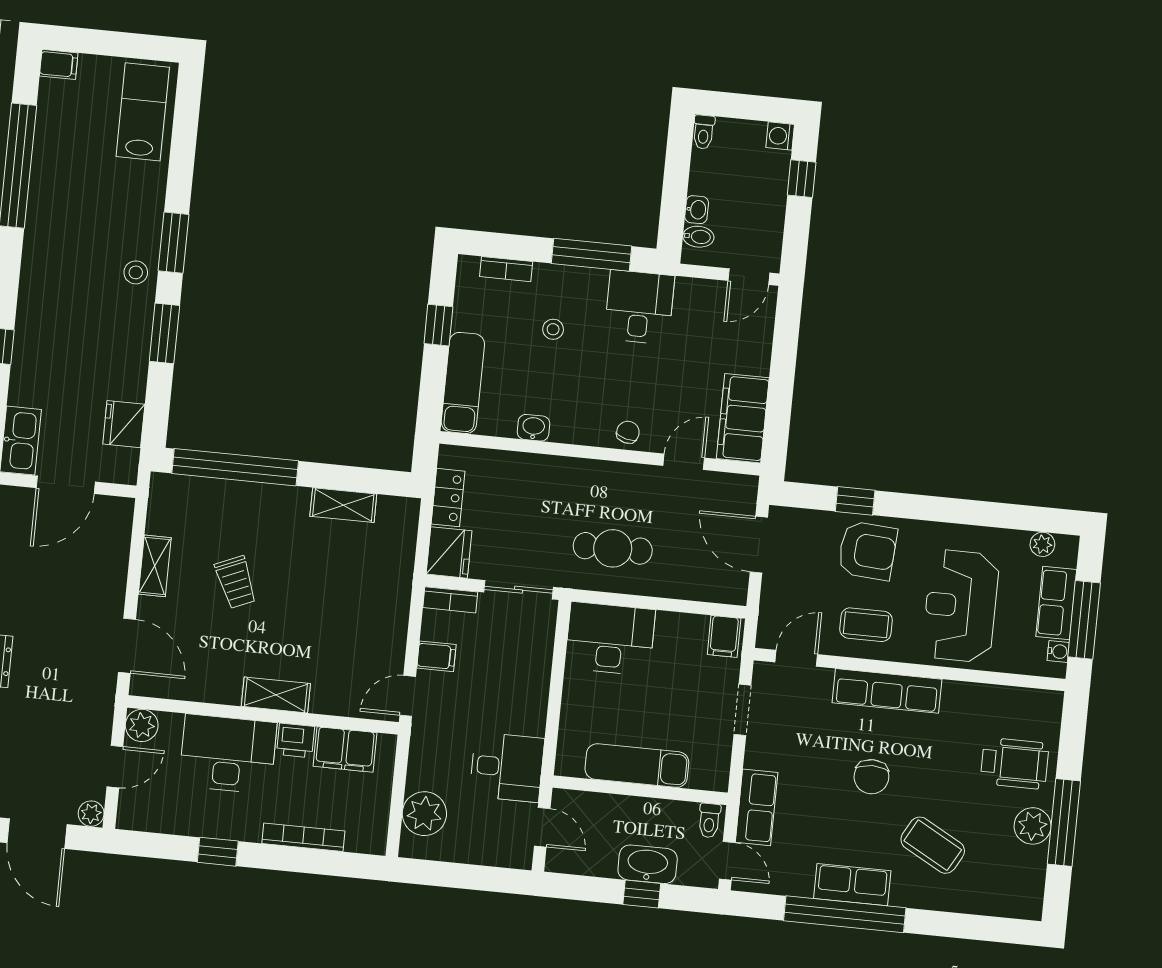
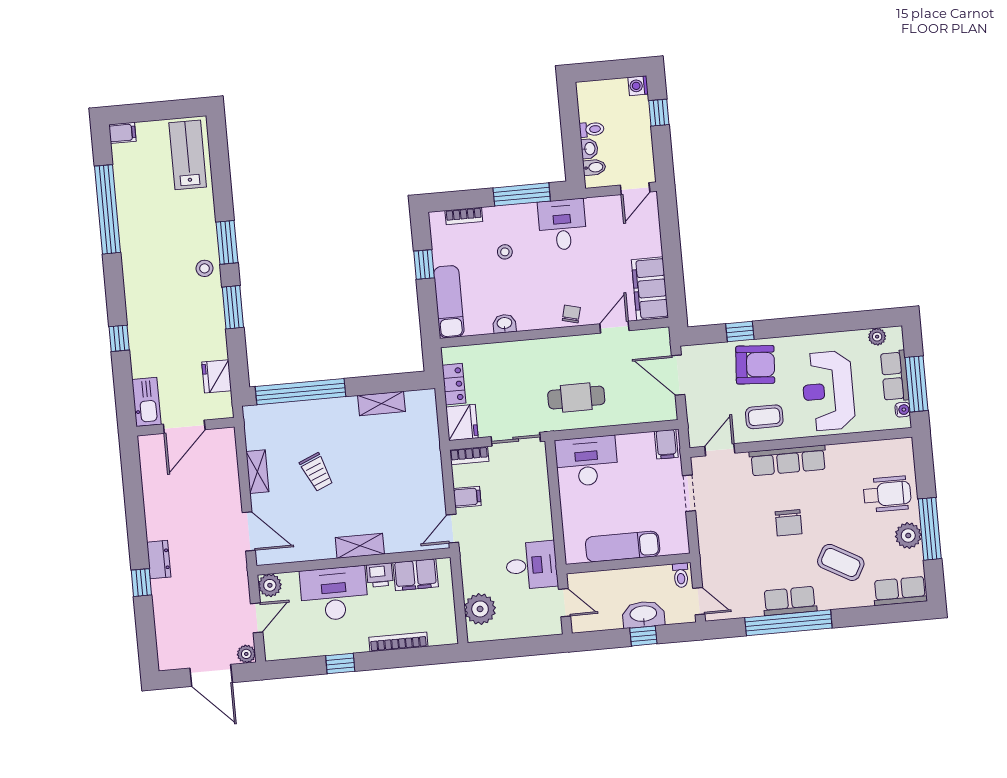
toilet: (704, 132) -> (592, 129), moved, turned -90
row of seats: (757, 807) -> (900, 591), moved, turned -90

